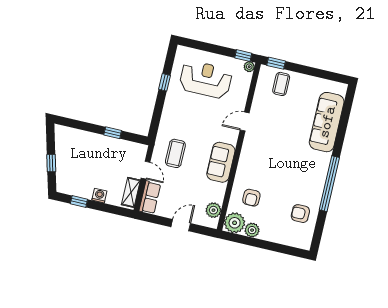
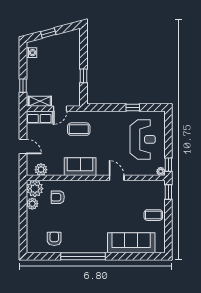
coffee table: (281, 84) -> (153, 215), moved
washing machine: (99, 196) -> (32, 53), moved
window: (79, 201) -> (23, 86), moved

